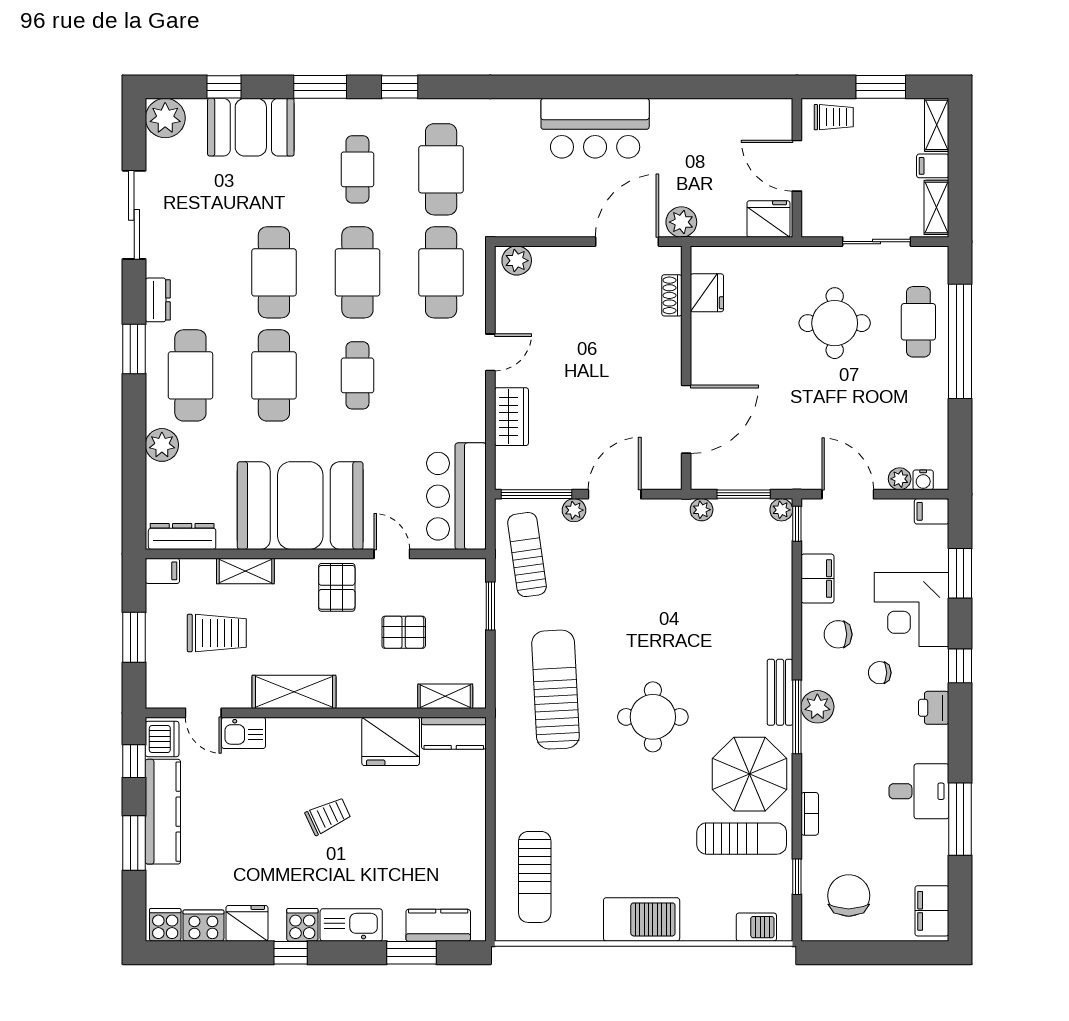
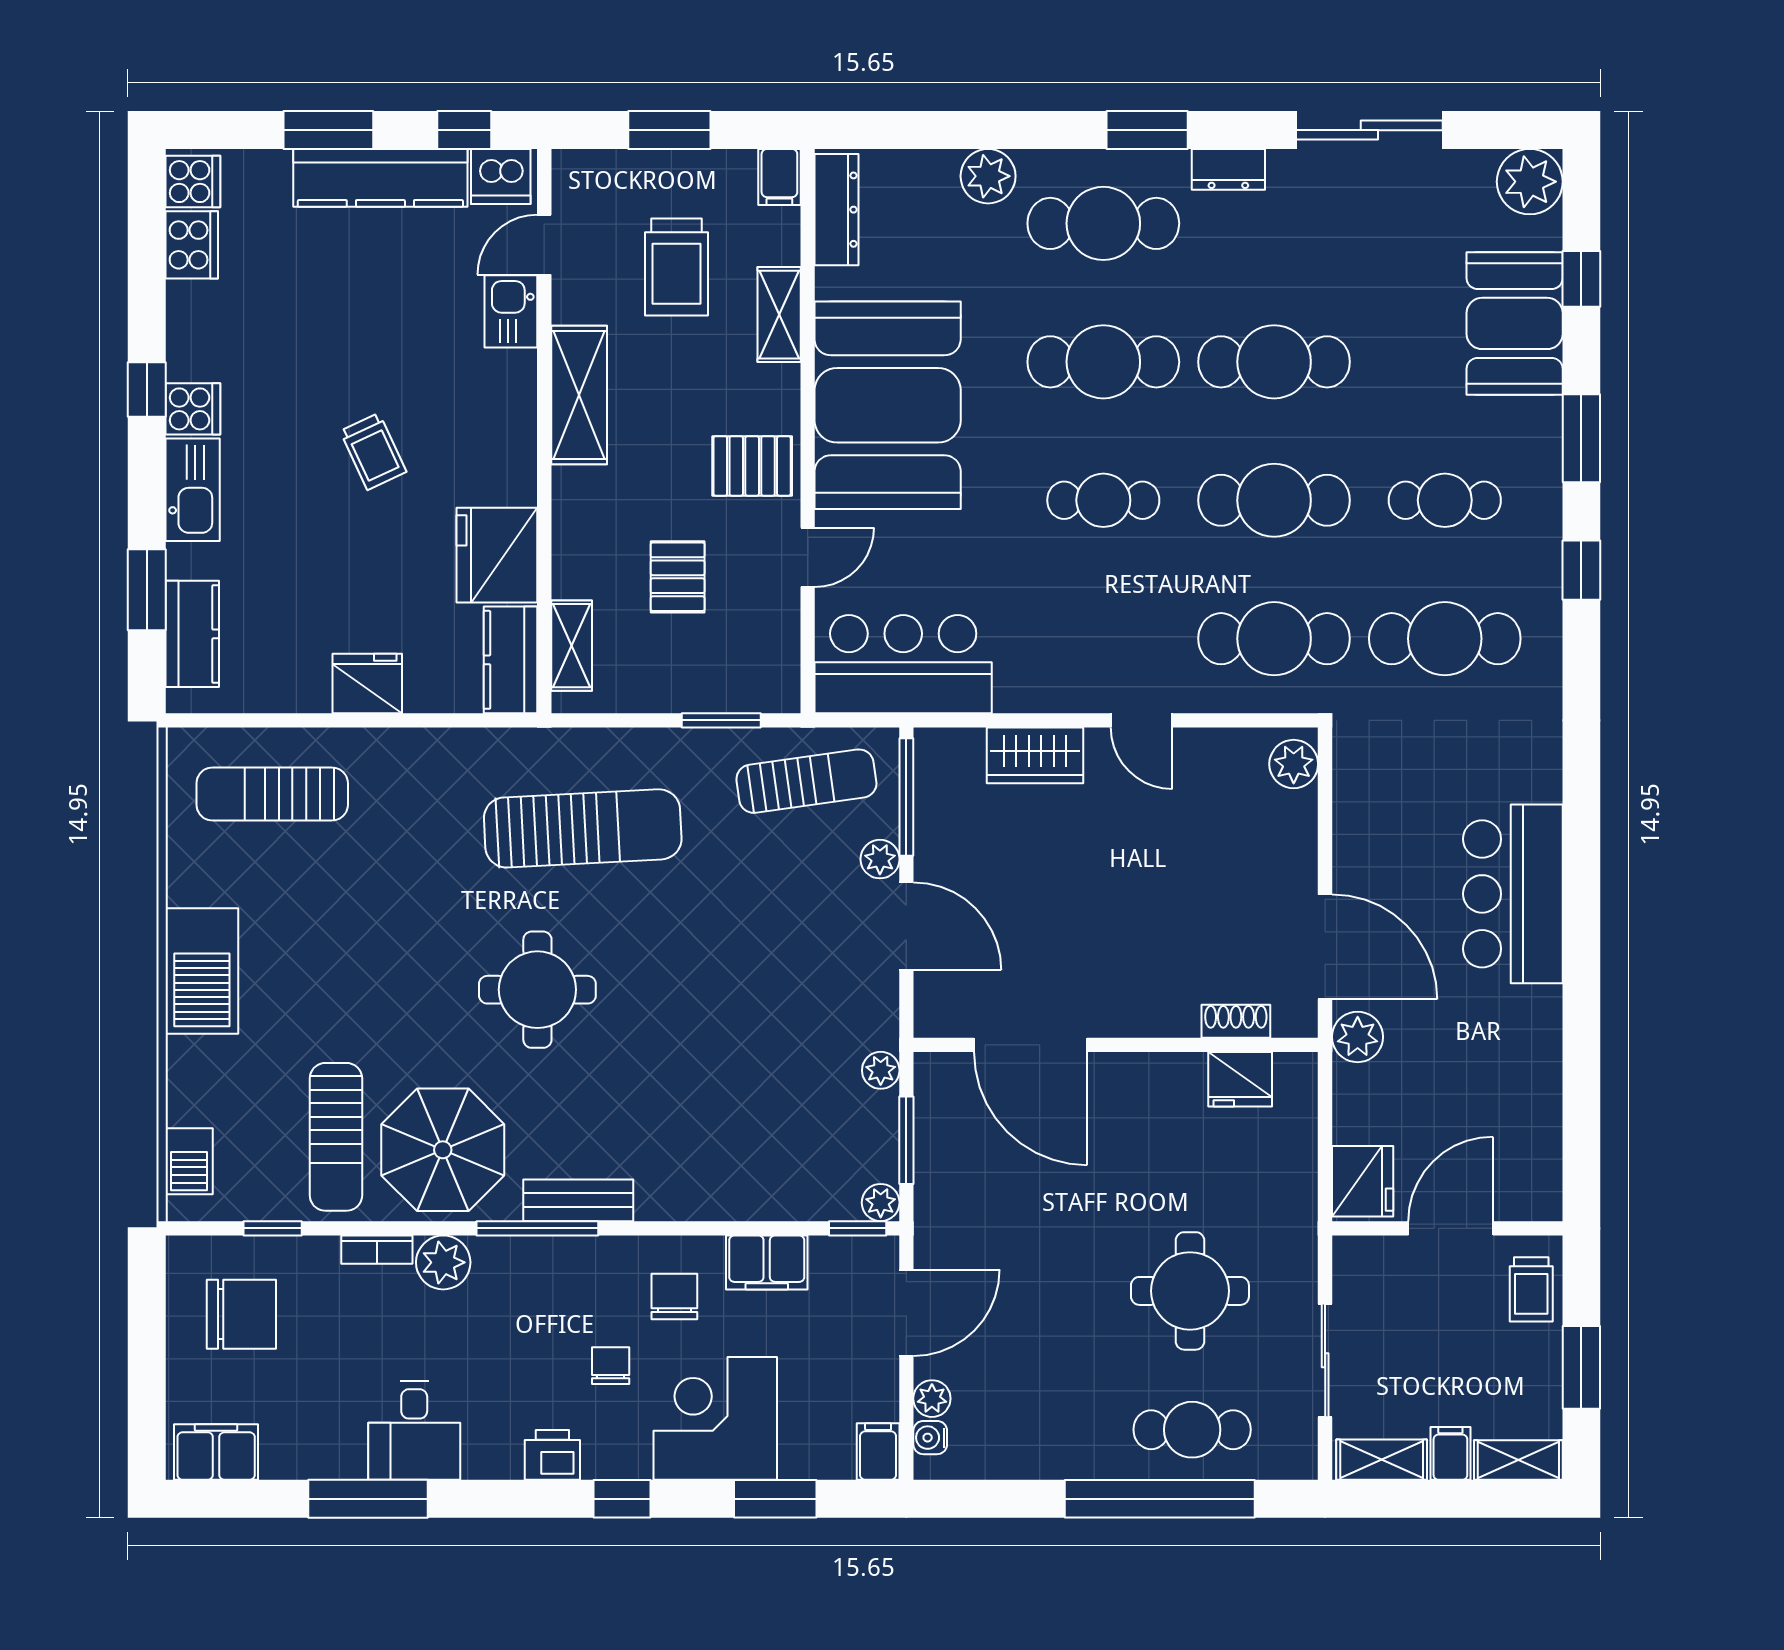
plant: (817, 707) -> (443, 1262), moved
fridge: (247, 923) -> (367, 683), moved, turned -90

